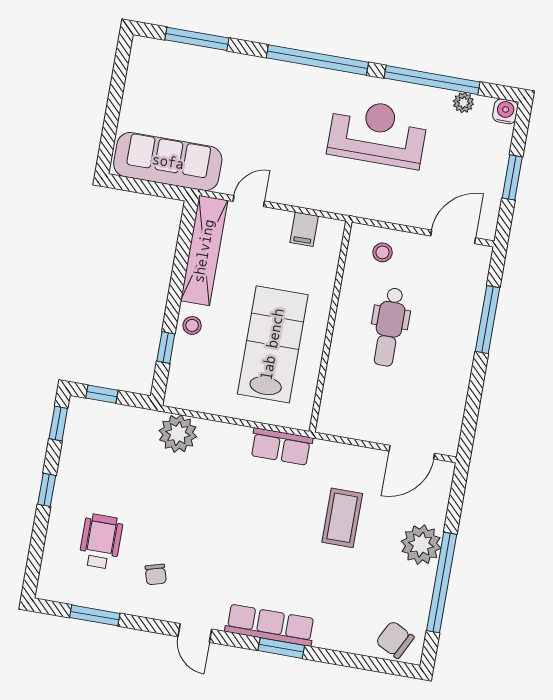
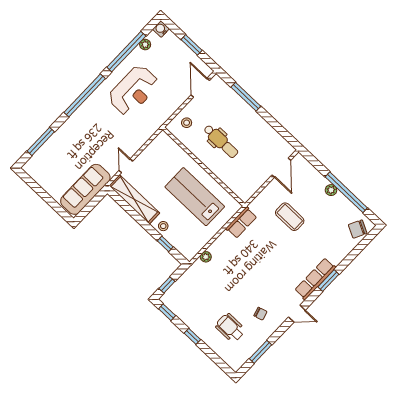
reception desk: (378, 133) -> (134, 90), turned 180
filing cabinet: (304, 229) -> (154, 150), removed
plant: (178, 434) -> (206, 257), width x0.53, depth x0.53
plant: (421, 545) -> (331, 190), width x0.53, depth x0.53

